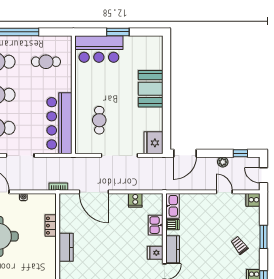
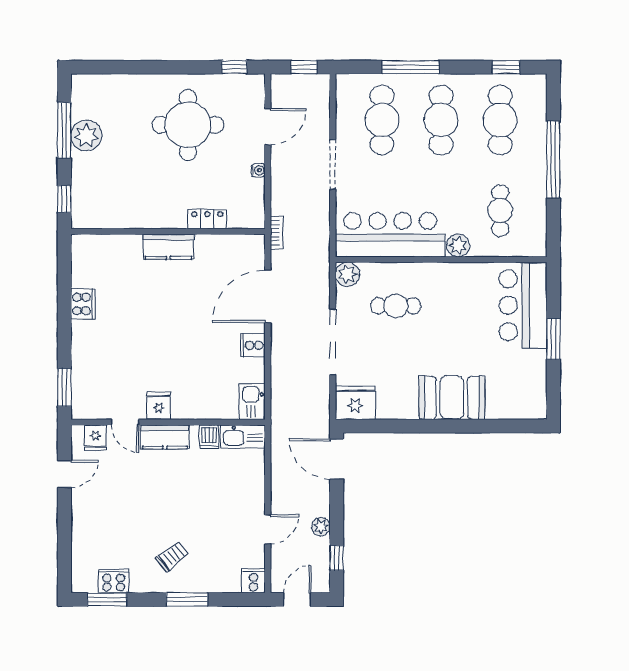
plant: (66, 85) -> (458, 246), added
plant: (82, 147) -> (347, 274), added
cooker: (135, 200) -> (253, 345), moved
kitchen sink: (156, 225) -> (252, 402), moved, turned -90

